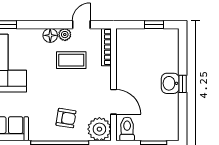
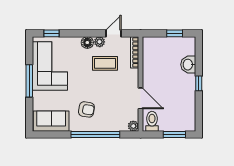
washbasin: (170, 83) -> (188, 65), moved
armchair: (66, 118) -> (86, 109), moved
plant: (99, 129) -> (133, 126), width x0.53, depth x0.53

